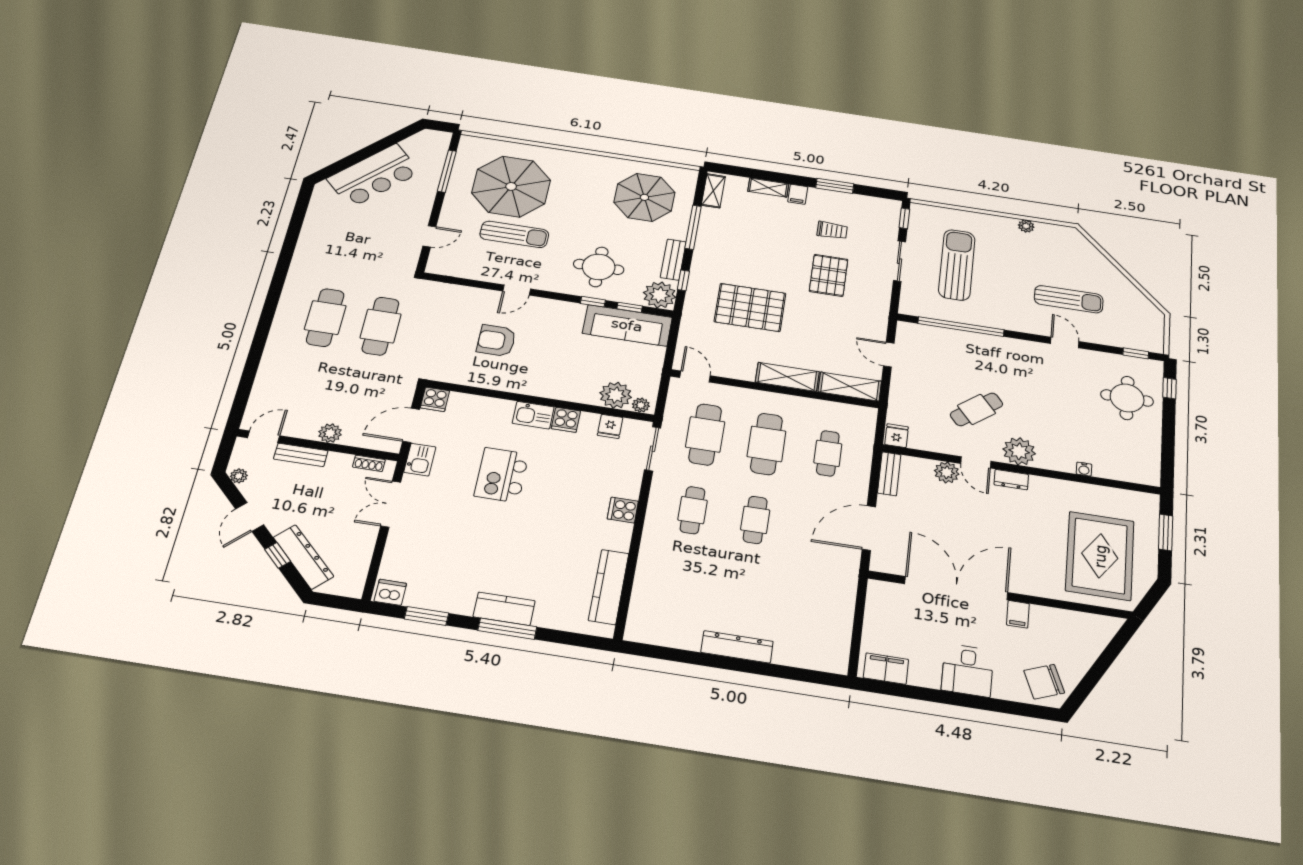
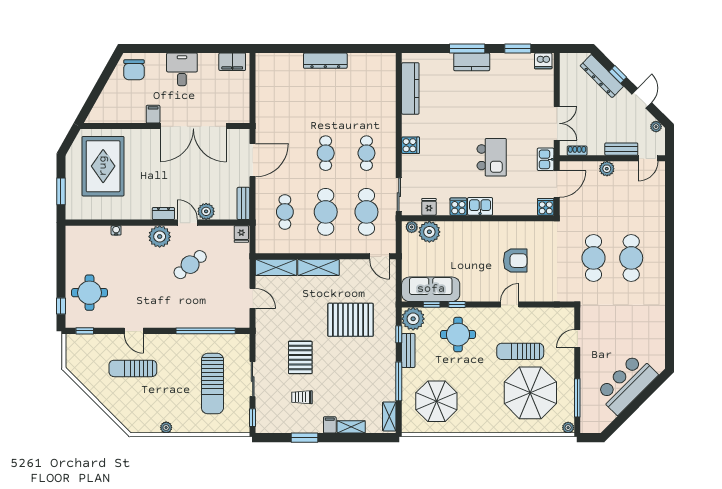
plant: (468, 141) -> (568, 428), added
chair: (1044, 682) -> (134, 70), turned 112

